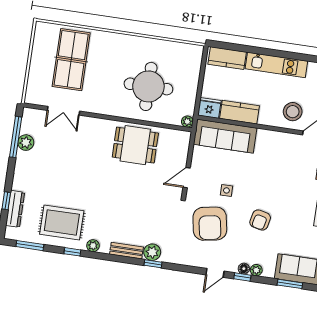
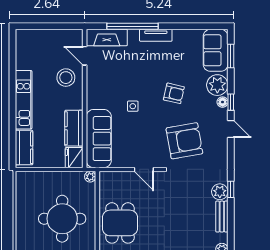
side table: (226, 190) -> (133, 106), moved
plant: (256, 270) -> (217, 85), width x1.87, depth x1.87

